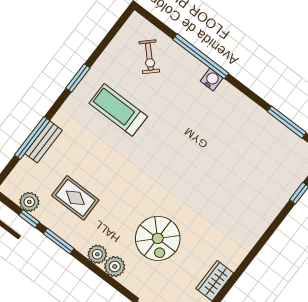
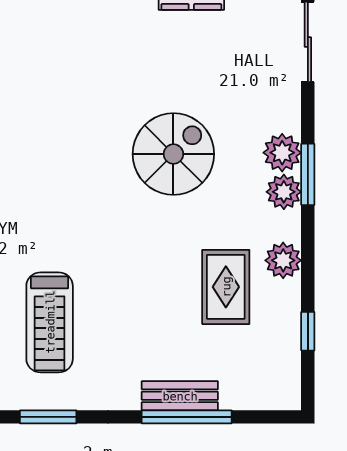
plant: (29, 202) -> (283, 260), moved
spiral stairs: (158, 238) -> (173, 154), moved
window: (59, 241) -> (308, 174), moved

